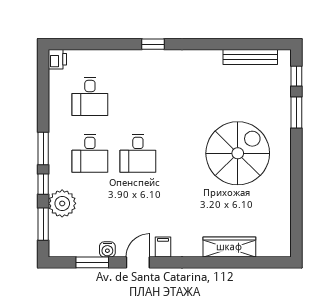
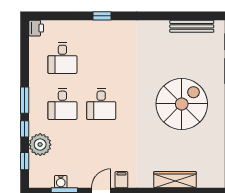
window: (153, 44) -> (102, 16), moved
window: (43, 224) -> (25, 161), width x0.67
water cooler: (107, 249) -> (61, 182), moved

